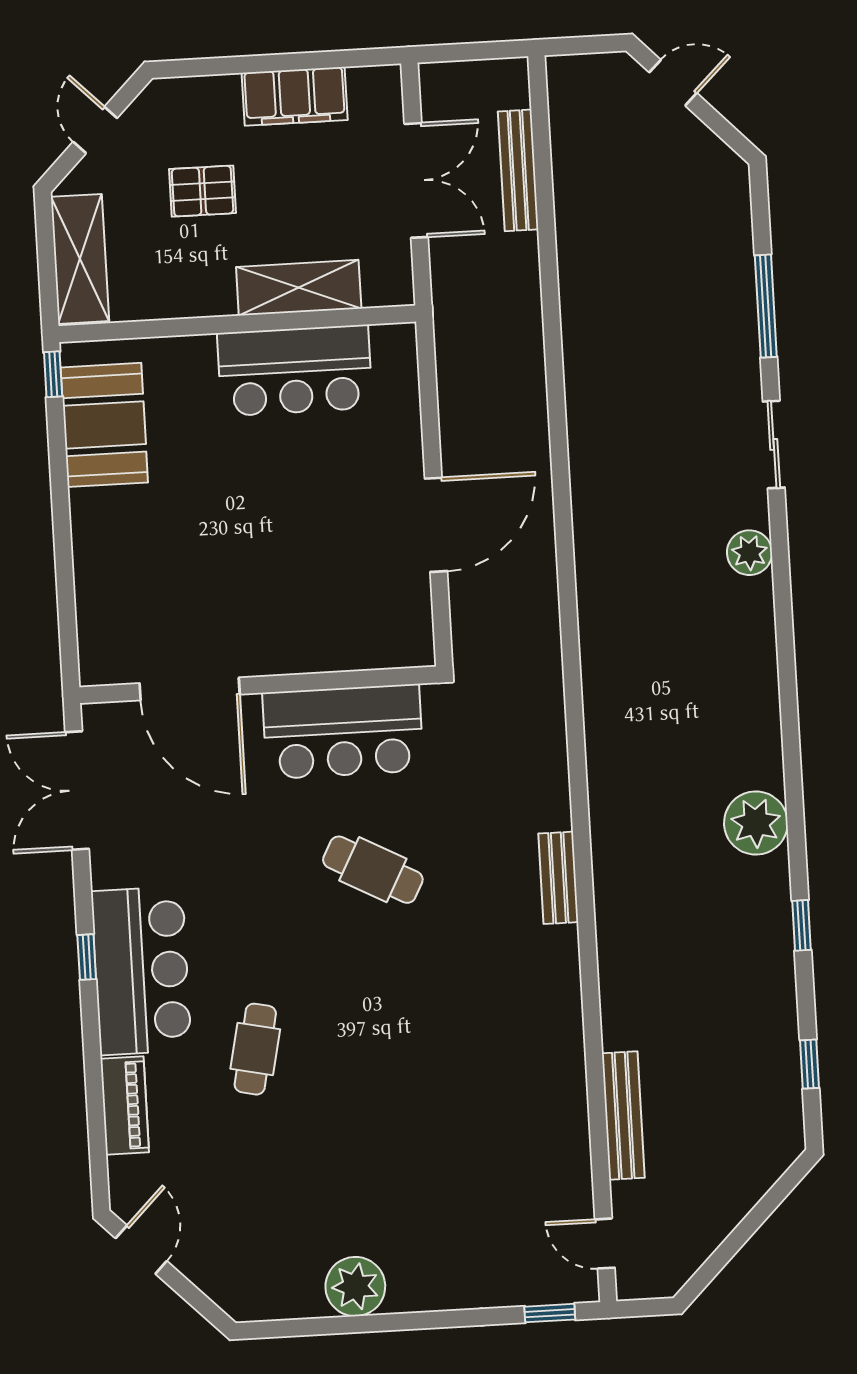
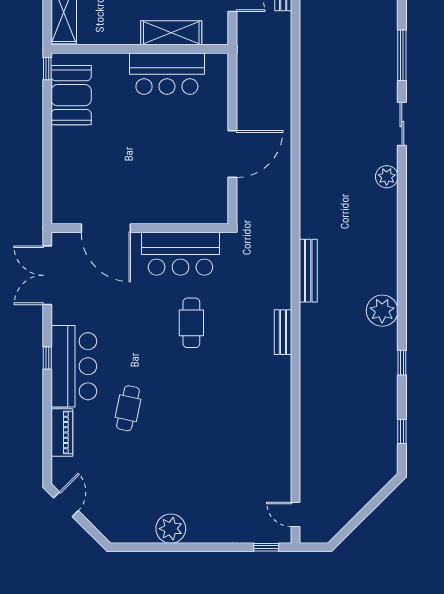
cafe table: (373, 870) -> (191, 323), turned 62
bench: (623, 1116) -> (308, 271), moved

